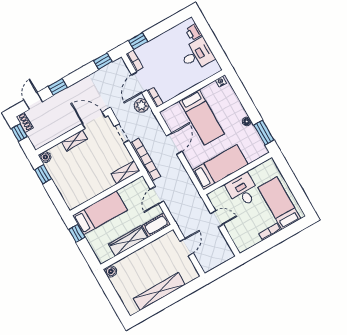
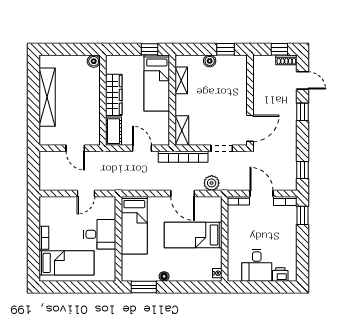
plant: (141, 105) -> (212, 183), moved
shelving: (74, 141) -> (181, 80), moved
boiler: (45, 157) -> (210, 61), moved

